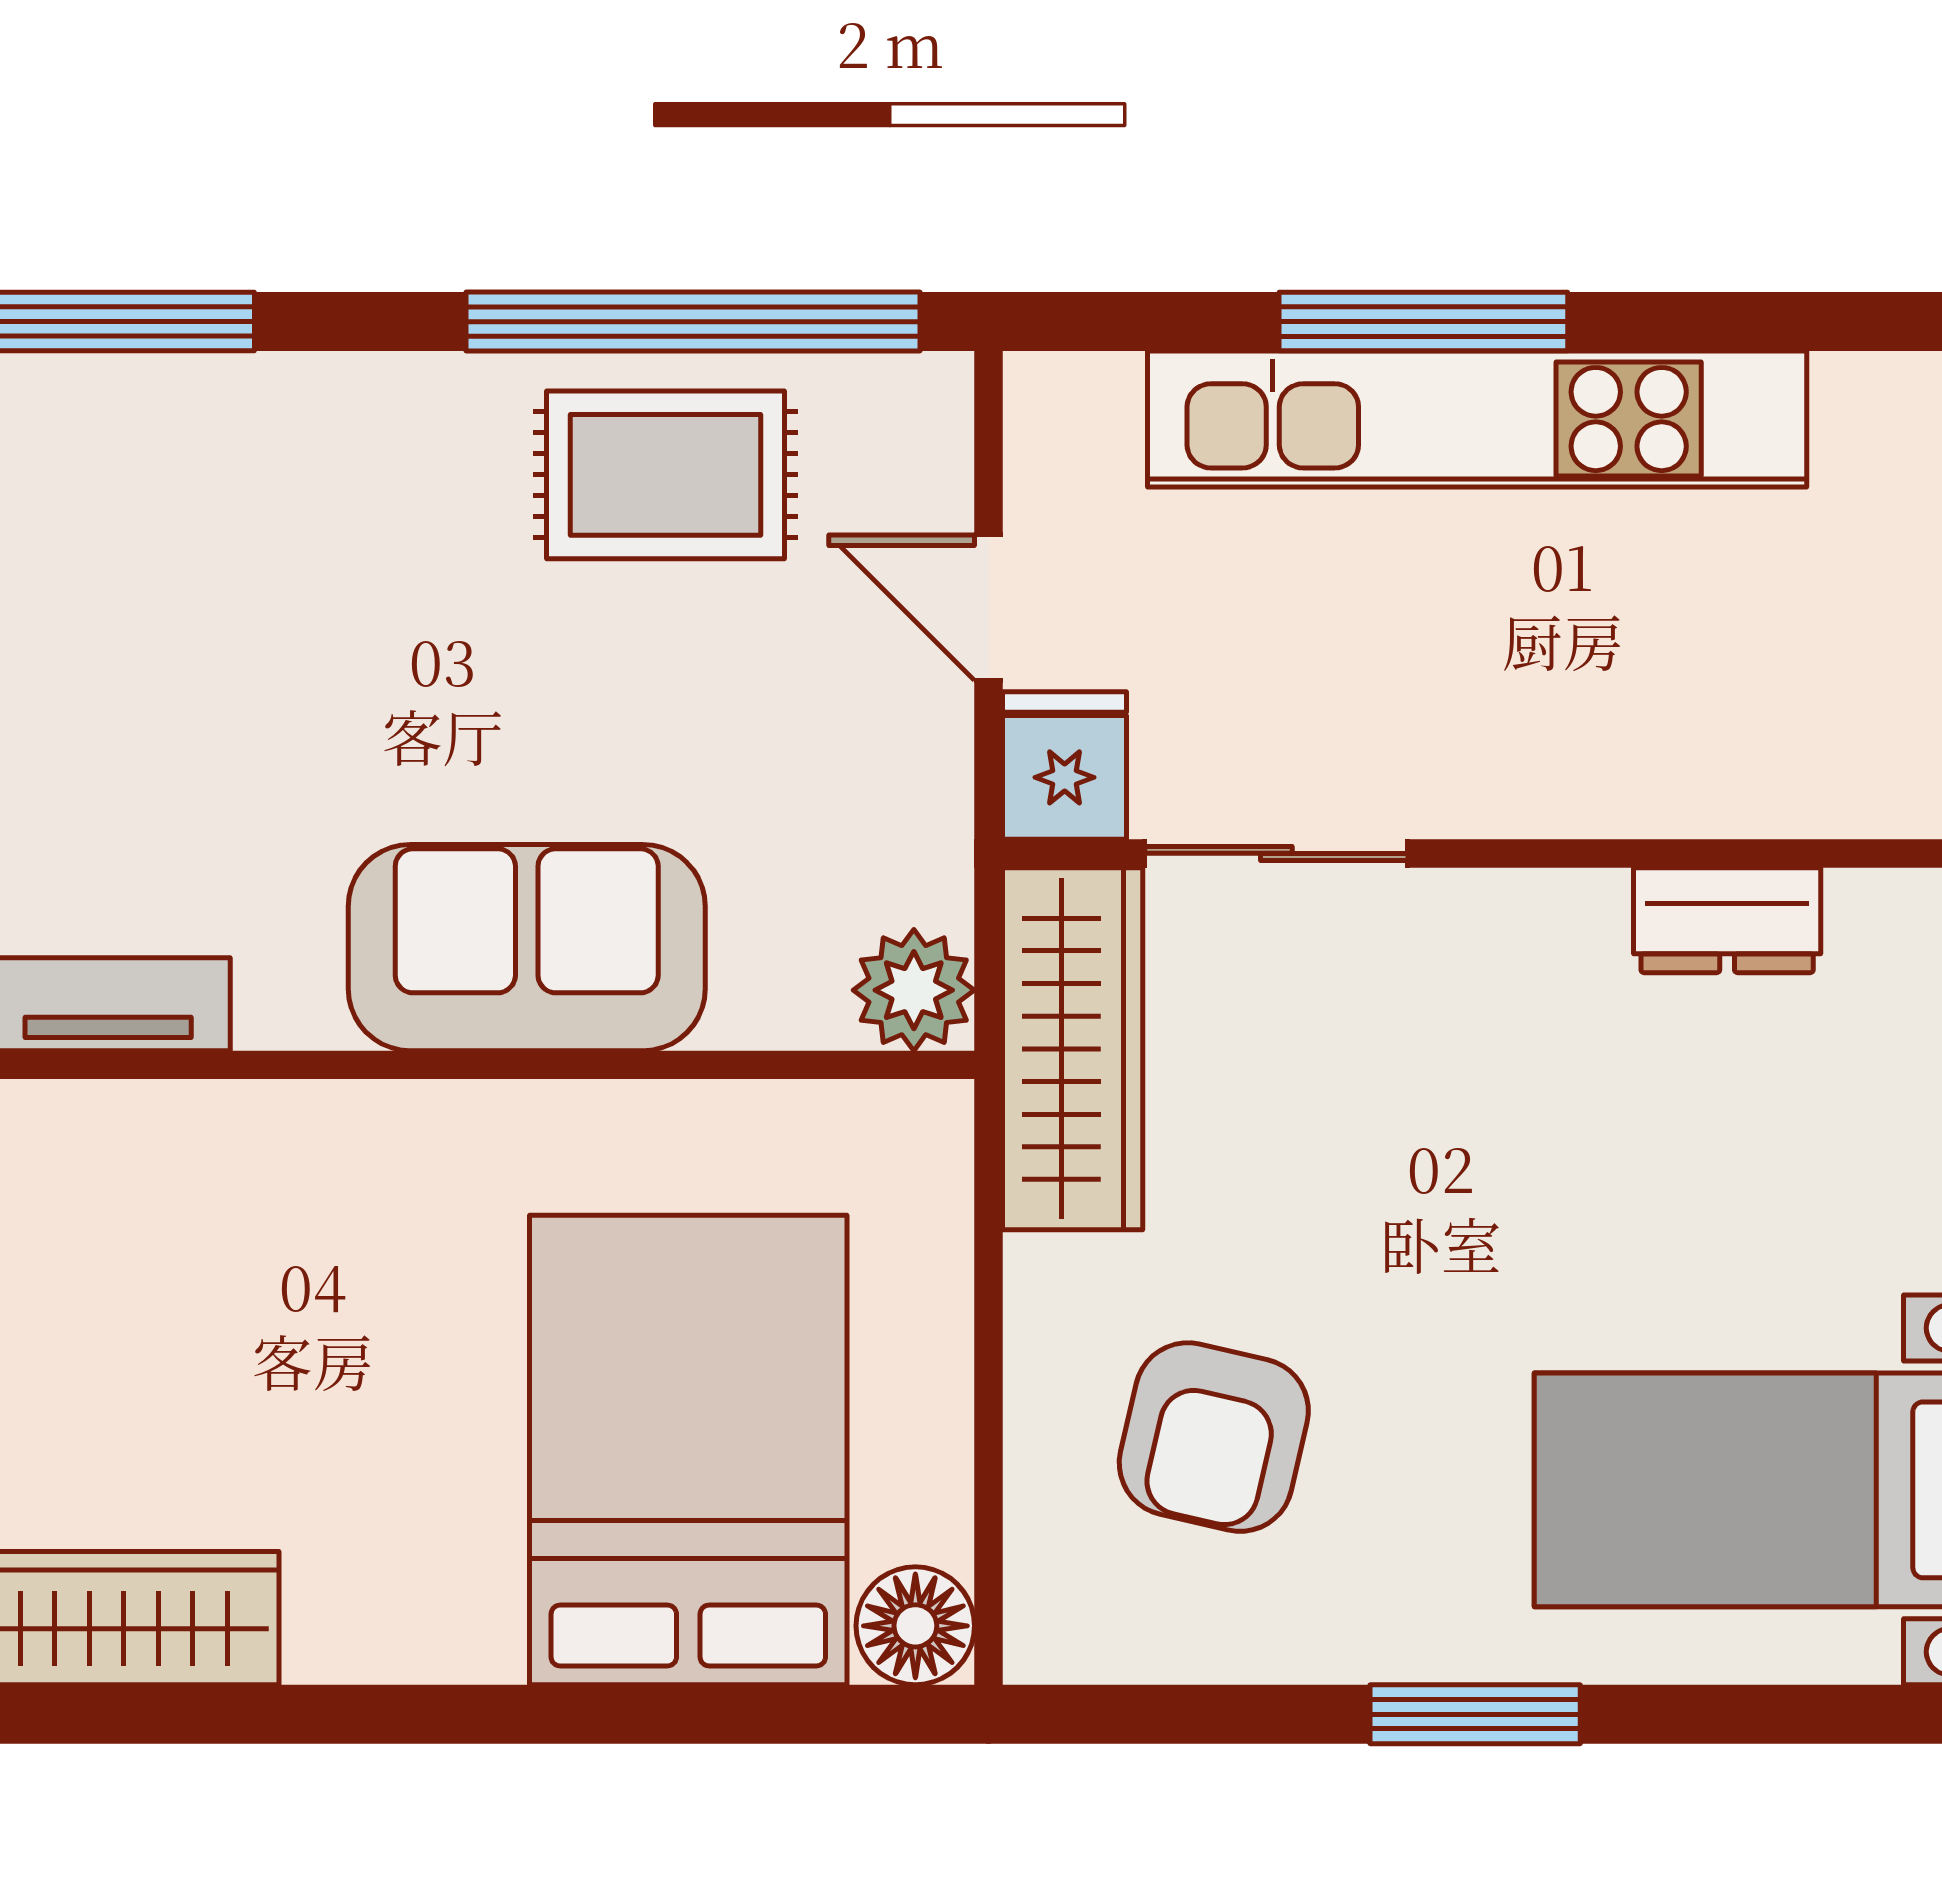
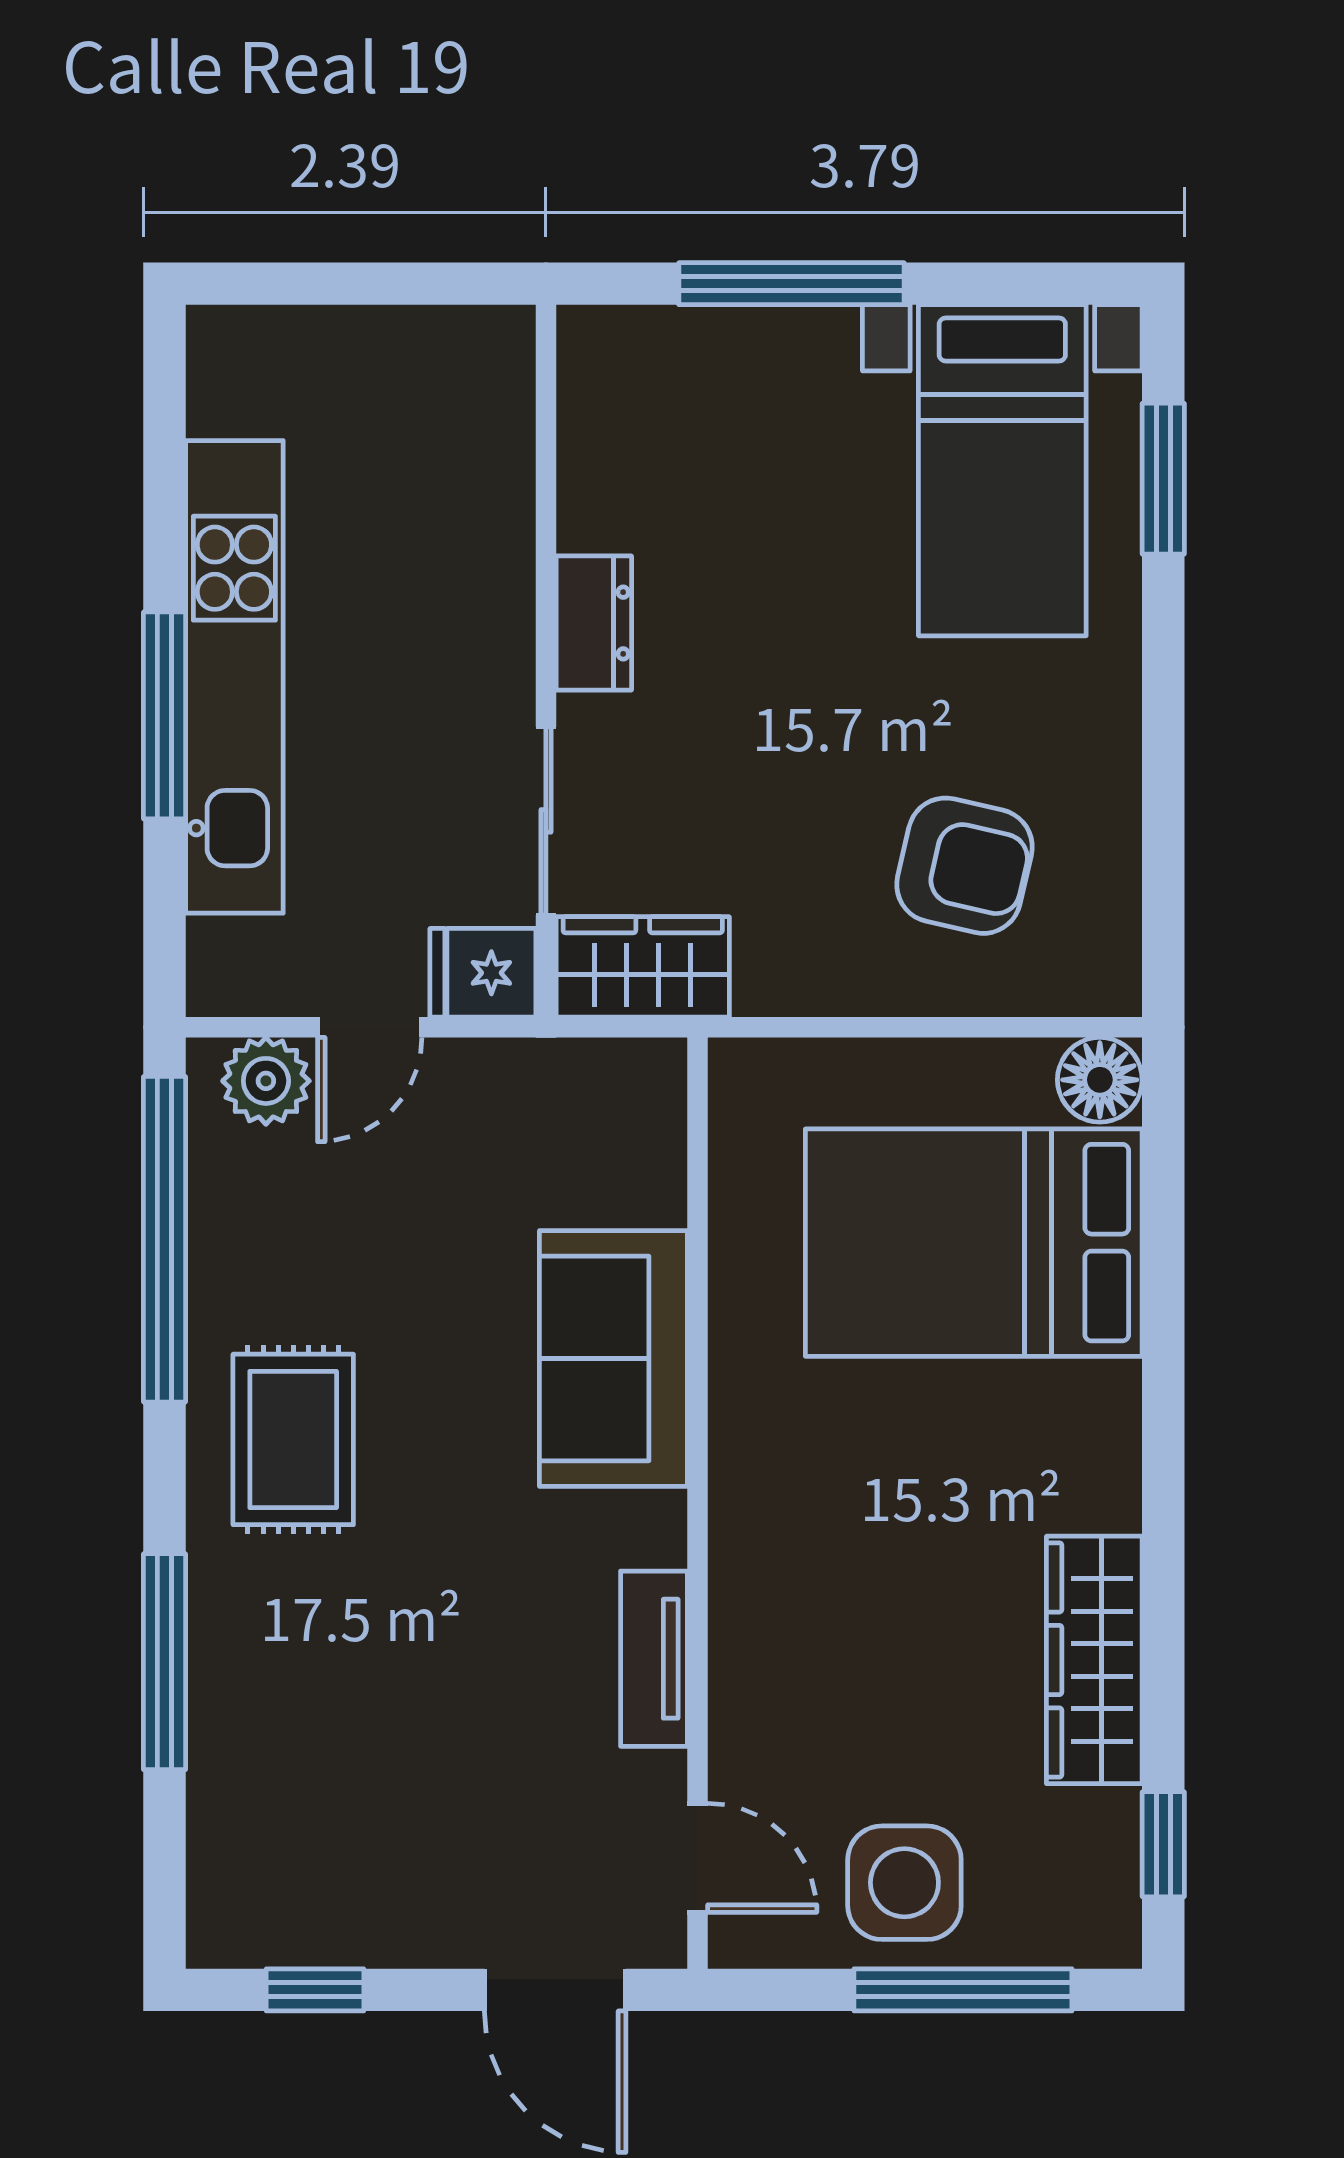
rug: (666, 475) -> (293, 1439), moved
dresser: (1727, 920) -> (594, 623), moved
plant: (914, 990) -> (266, 1081), moved
wardrobe: (1073, 1049) -> (643, 967), width x0.67
window: (1475, 1714) -> (1163, 479), moved

